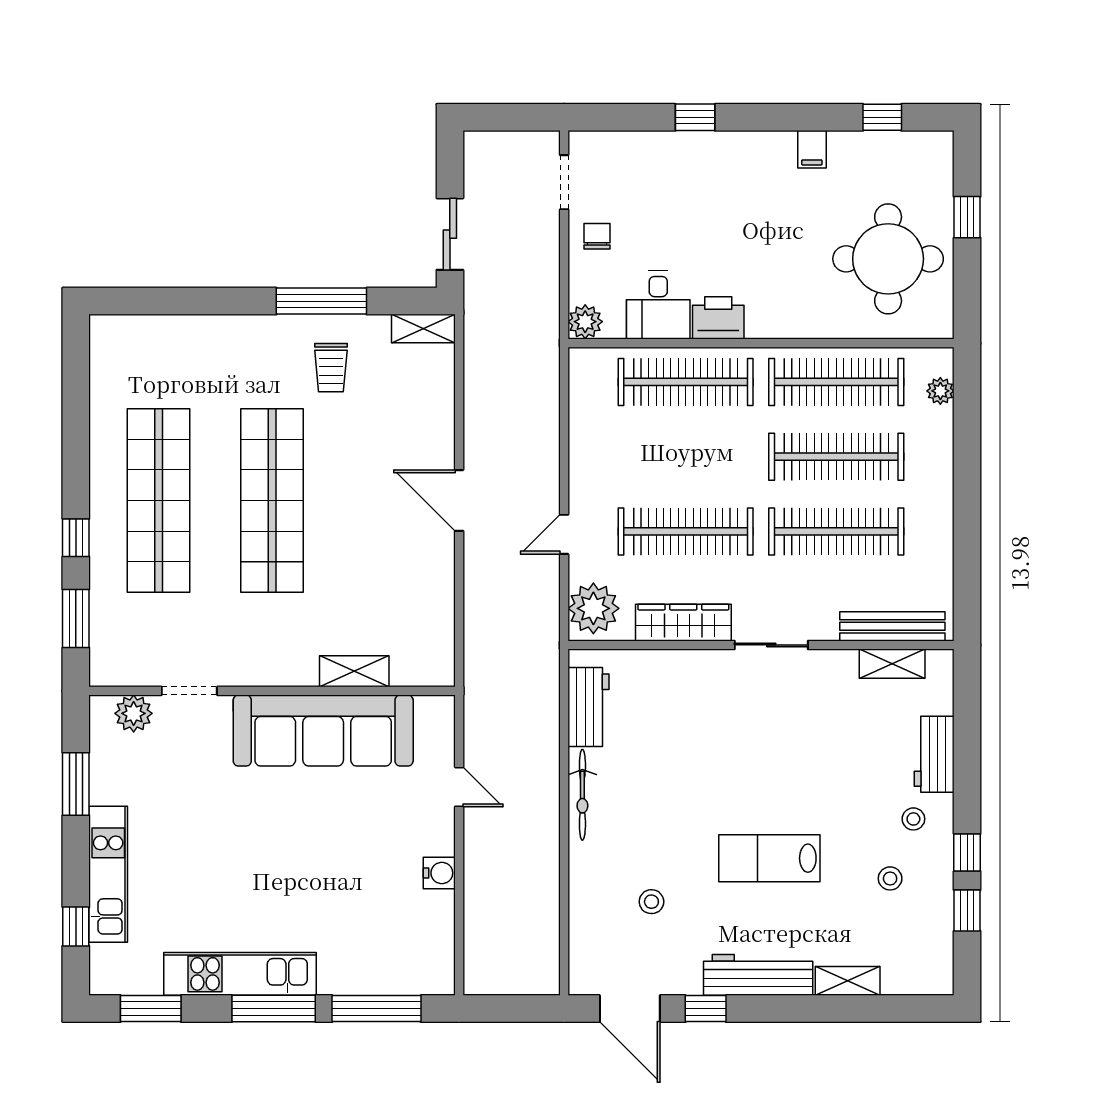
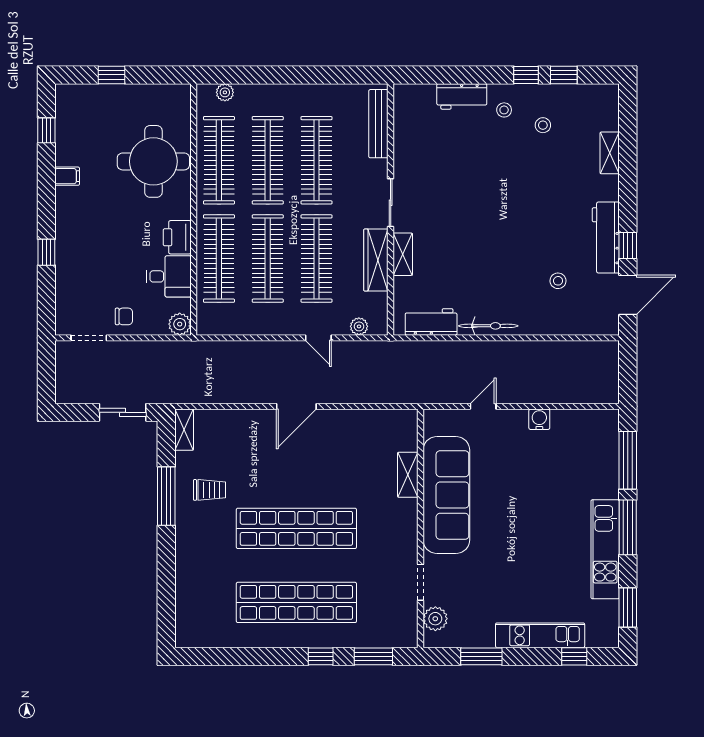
chair: (597, 236) -> (124, 316), turned 180
round table: (888, 259) -> (153, 161), moved
clothes rail: (686, 457) -> (268, 259), added
plant: (593, 608) -> (359, 326), width x0.53, depth x0.53
shelving: (892, 664) -> (403, 254), moved
lab bench: (769, 858) -> (530, 204), removed
workbench: (758, 975) -> (606, 238), moved

